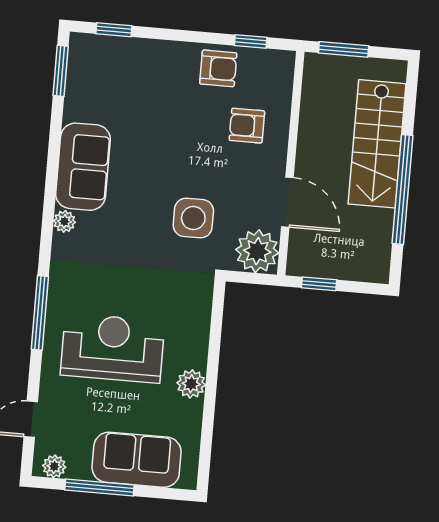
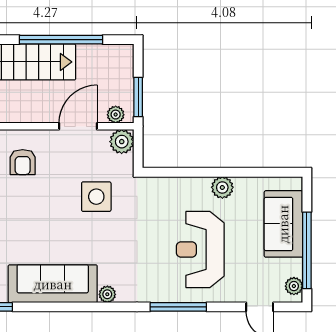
sofa: (83, 167) -> (53, 284), width x1.36
plant: (257, 251) -> (122, 142), width x0.73, depth x0.73
plant: (299, 252) -> (116, 115), added
window: (319, 284) -> (138, 97), width x1.50
window: (99, 487) -> (307, 250), width x1.46

